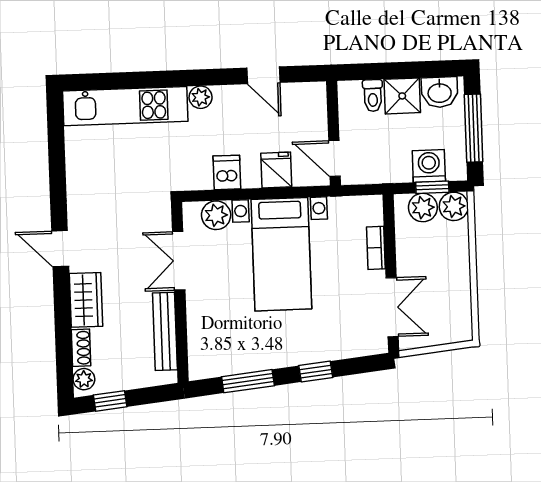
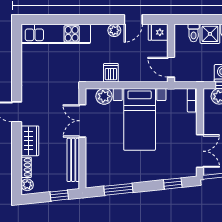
door: (263, 75) -> (133, 20), hinge flipped
plant: (201, 97) -> (114, 30), moved
fridge: (276, 170) -> (158, 32), moved, turned -90
bookcase: (376, 248) -> (192, 100), moved
window: (316, 372) -> (173, 184), moved
window: (110, 401) -> (59, 196), moved

